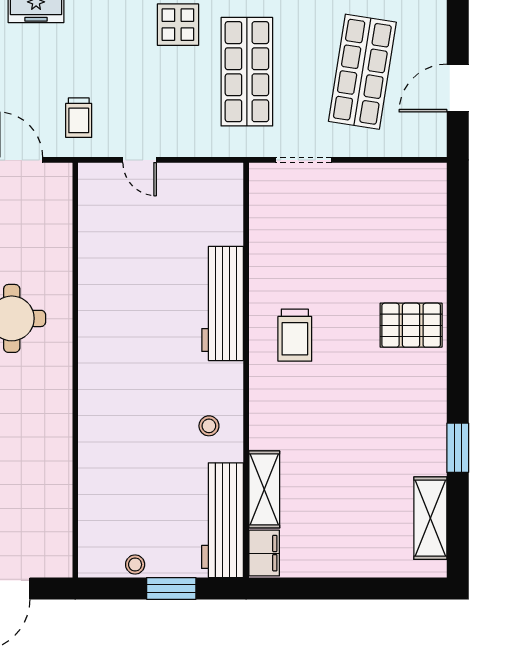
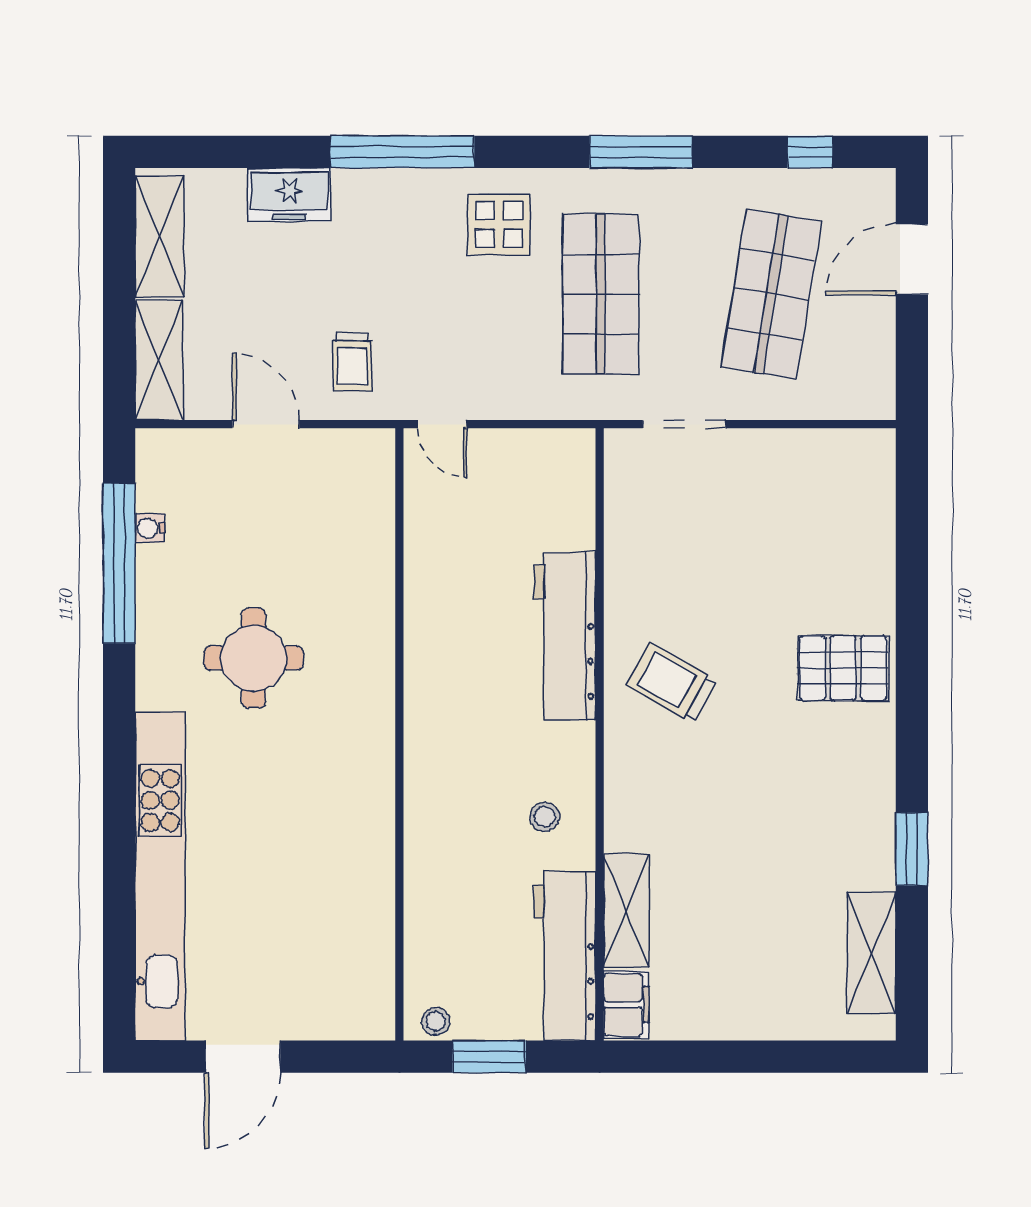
door: (458, 88) -> (912, 259), moved
trolley: (295, 335) -> (671, 683), turned 119
wall: (75, 370) -> (399, 734), moved

